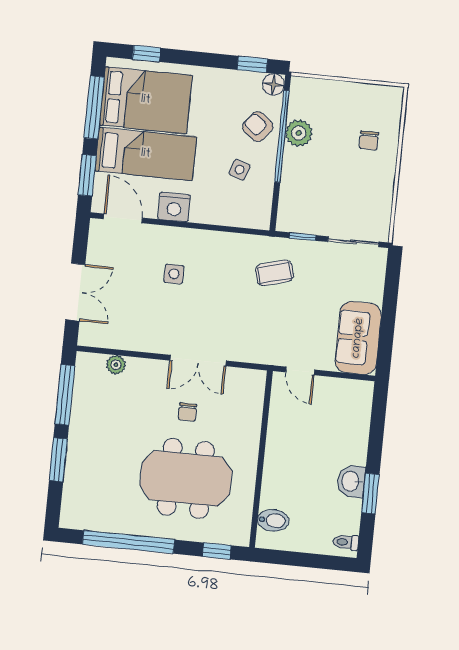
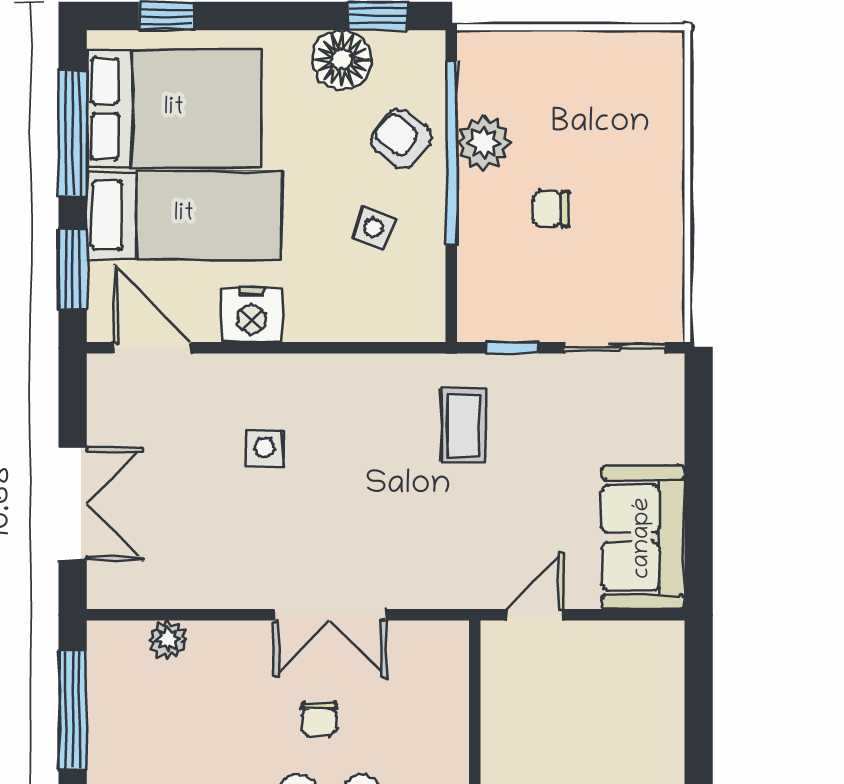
floor lamp: (273, 85) -> (342, 60), moved, width x1.38, depth x1.38
chair: (369, 140) -> (551, 209), moved, turned 90
coffee table: (274, 273) -> (464, 425), turned -74
door: (300, 371) -> (535, 615), swing flipped

